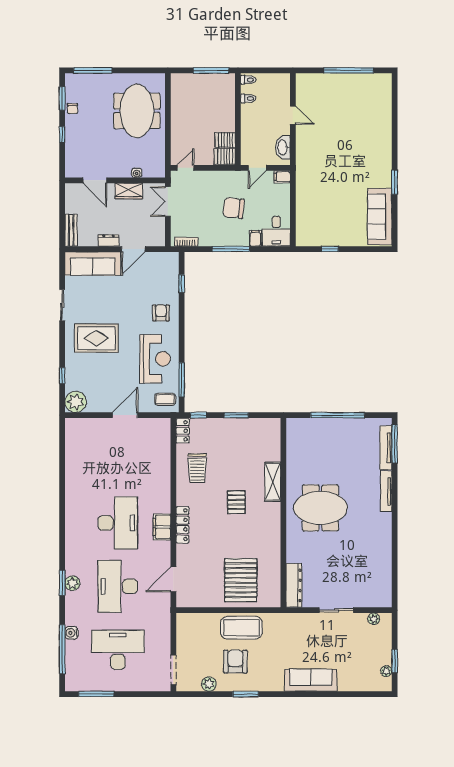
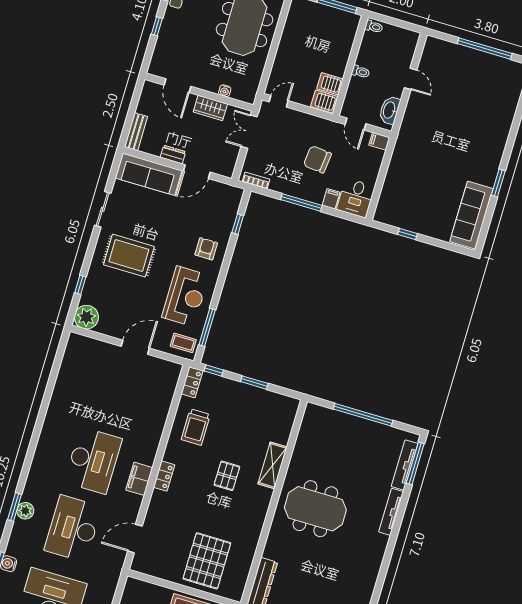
toilet: (248, 99) -> (361, 72), moved
door: (257, 168) -> (356, 124), hinge flipped
locker: (182, 525) -> (164, 476), width x0.66

